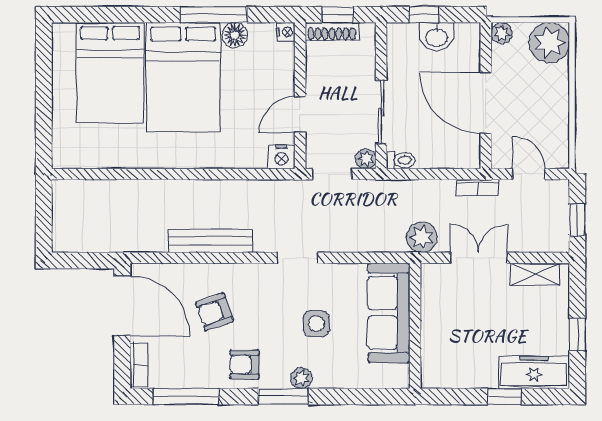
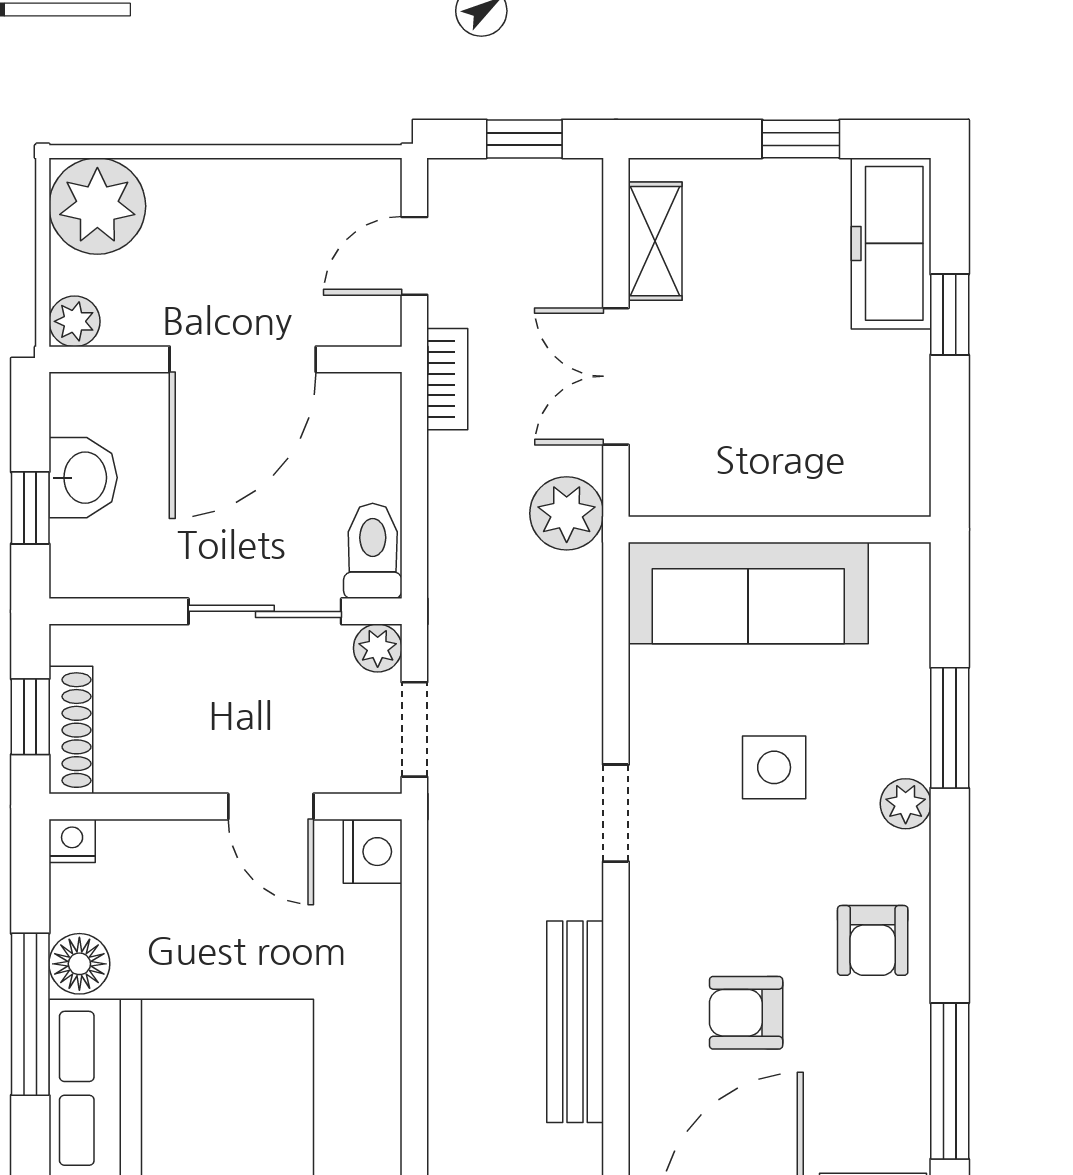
toilet: (401, 160) -> (373, 551), width x1.37, depth x1.39
armchair: (214, 312) -> (746, 1013), turned 109
window: (283, 396) -> (950, 728), moved

